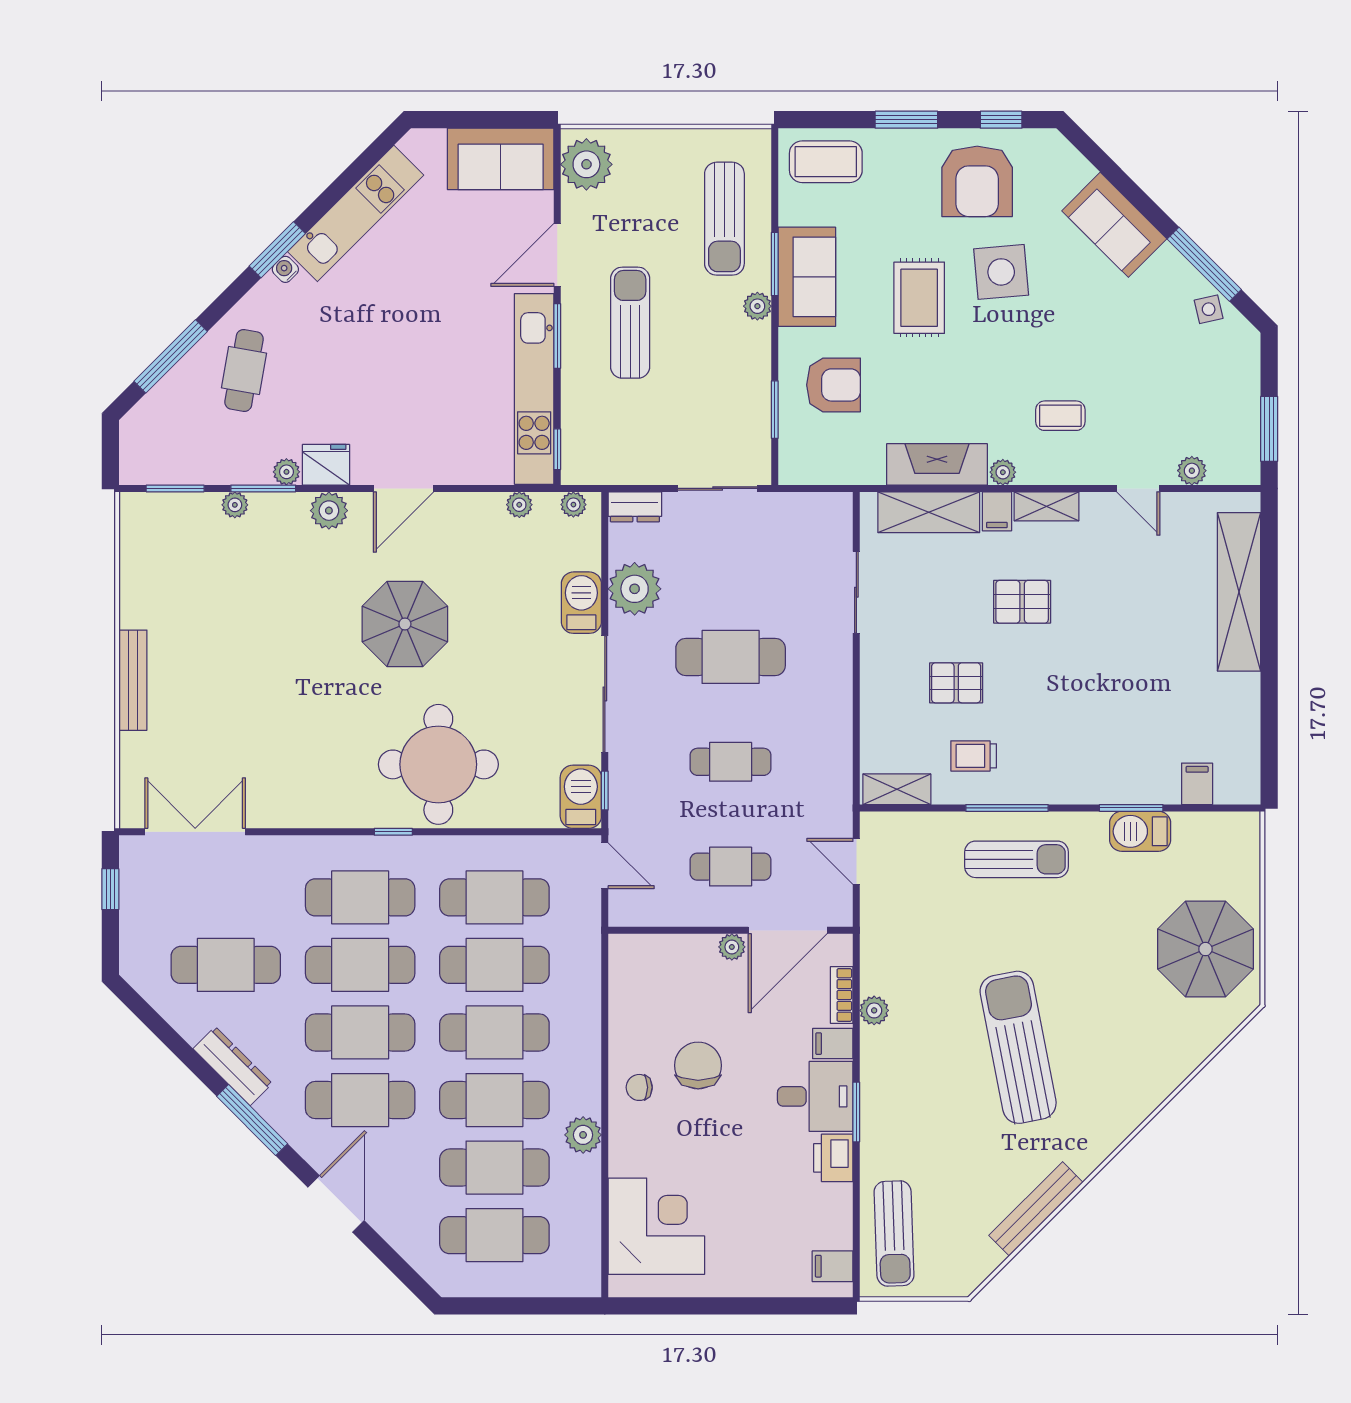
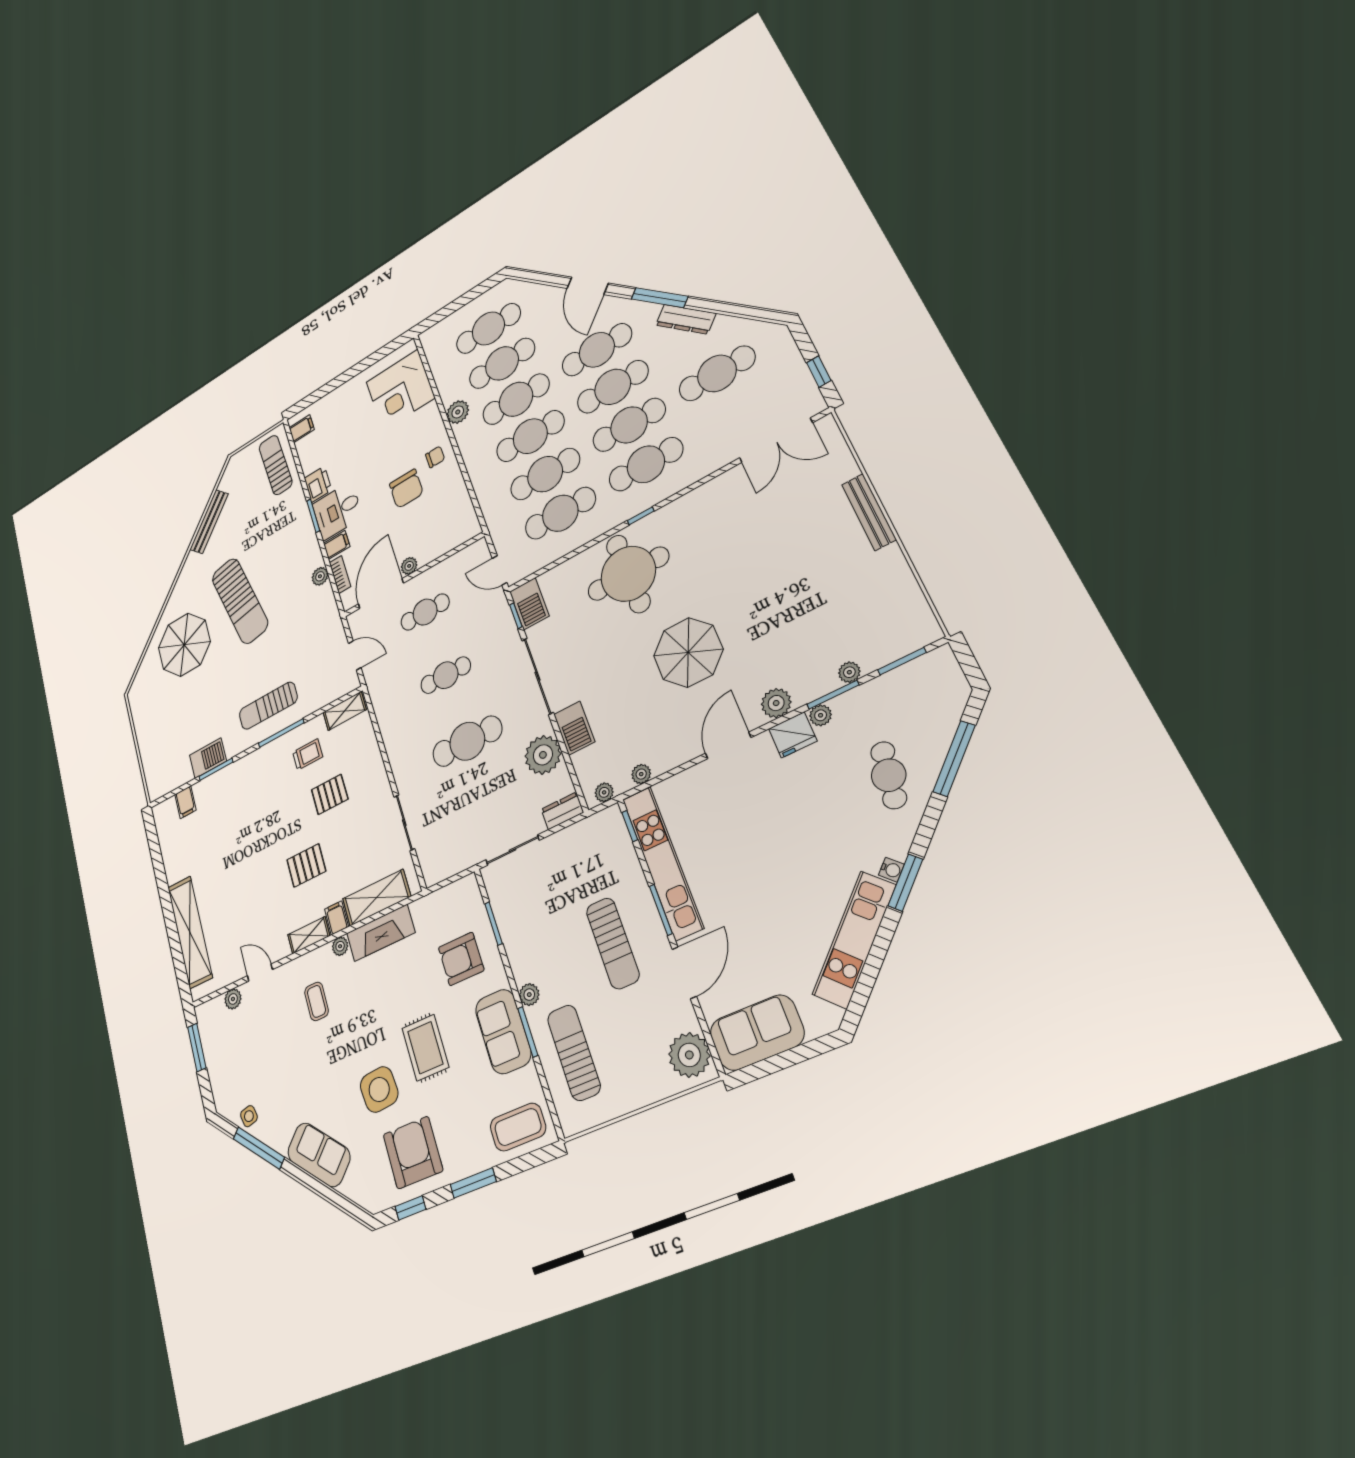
coffee table: (1060, 416) -> (317, 1001), turned 90
parasol: (1205, 949) -> (184, 645), moved

